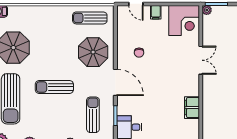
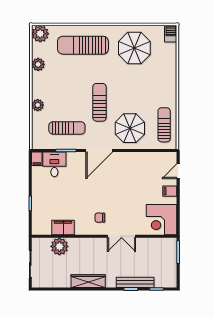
plant: (207, 10) -> (59, 246), moved, width x1.88, depth x1.88
chair: (139, 53) -> (100, 218), moved
sun lounger: (54, 87) -> (99, 102), moved
filing cabinet: (192, 108) -> (63, 227), moved

